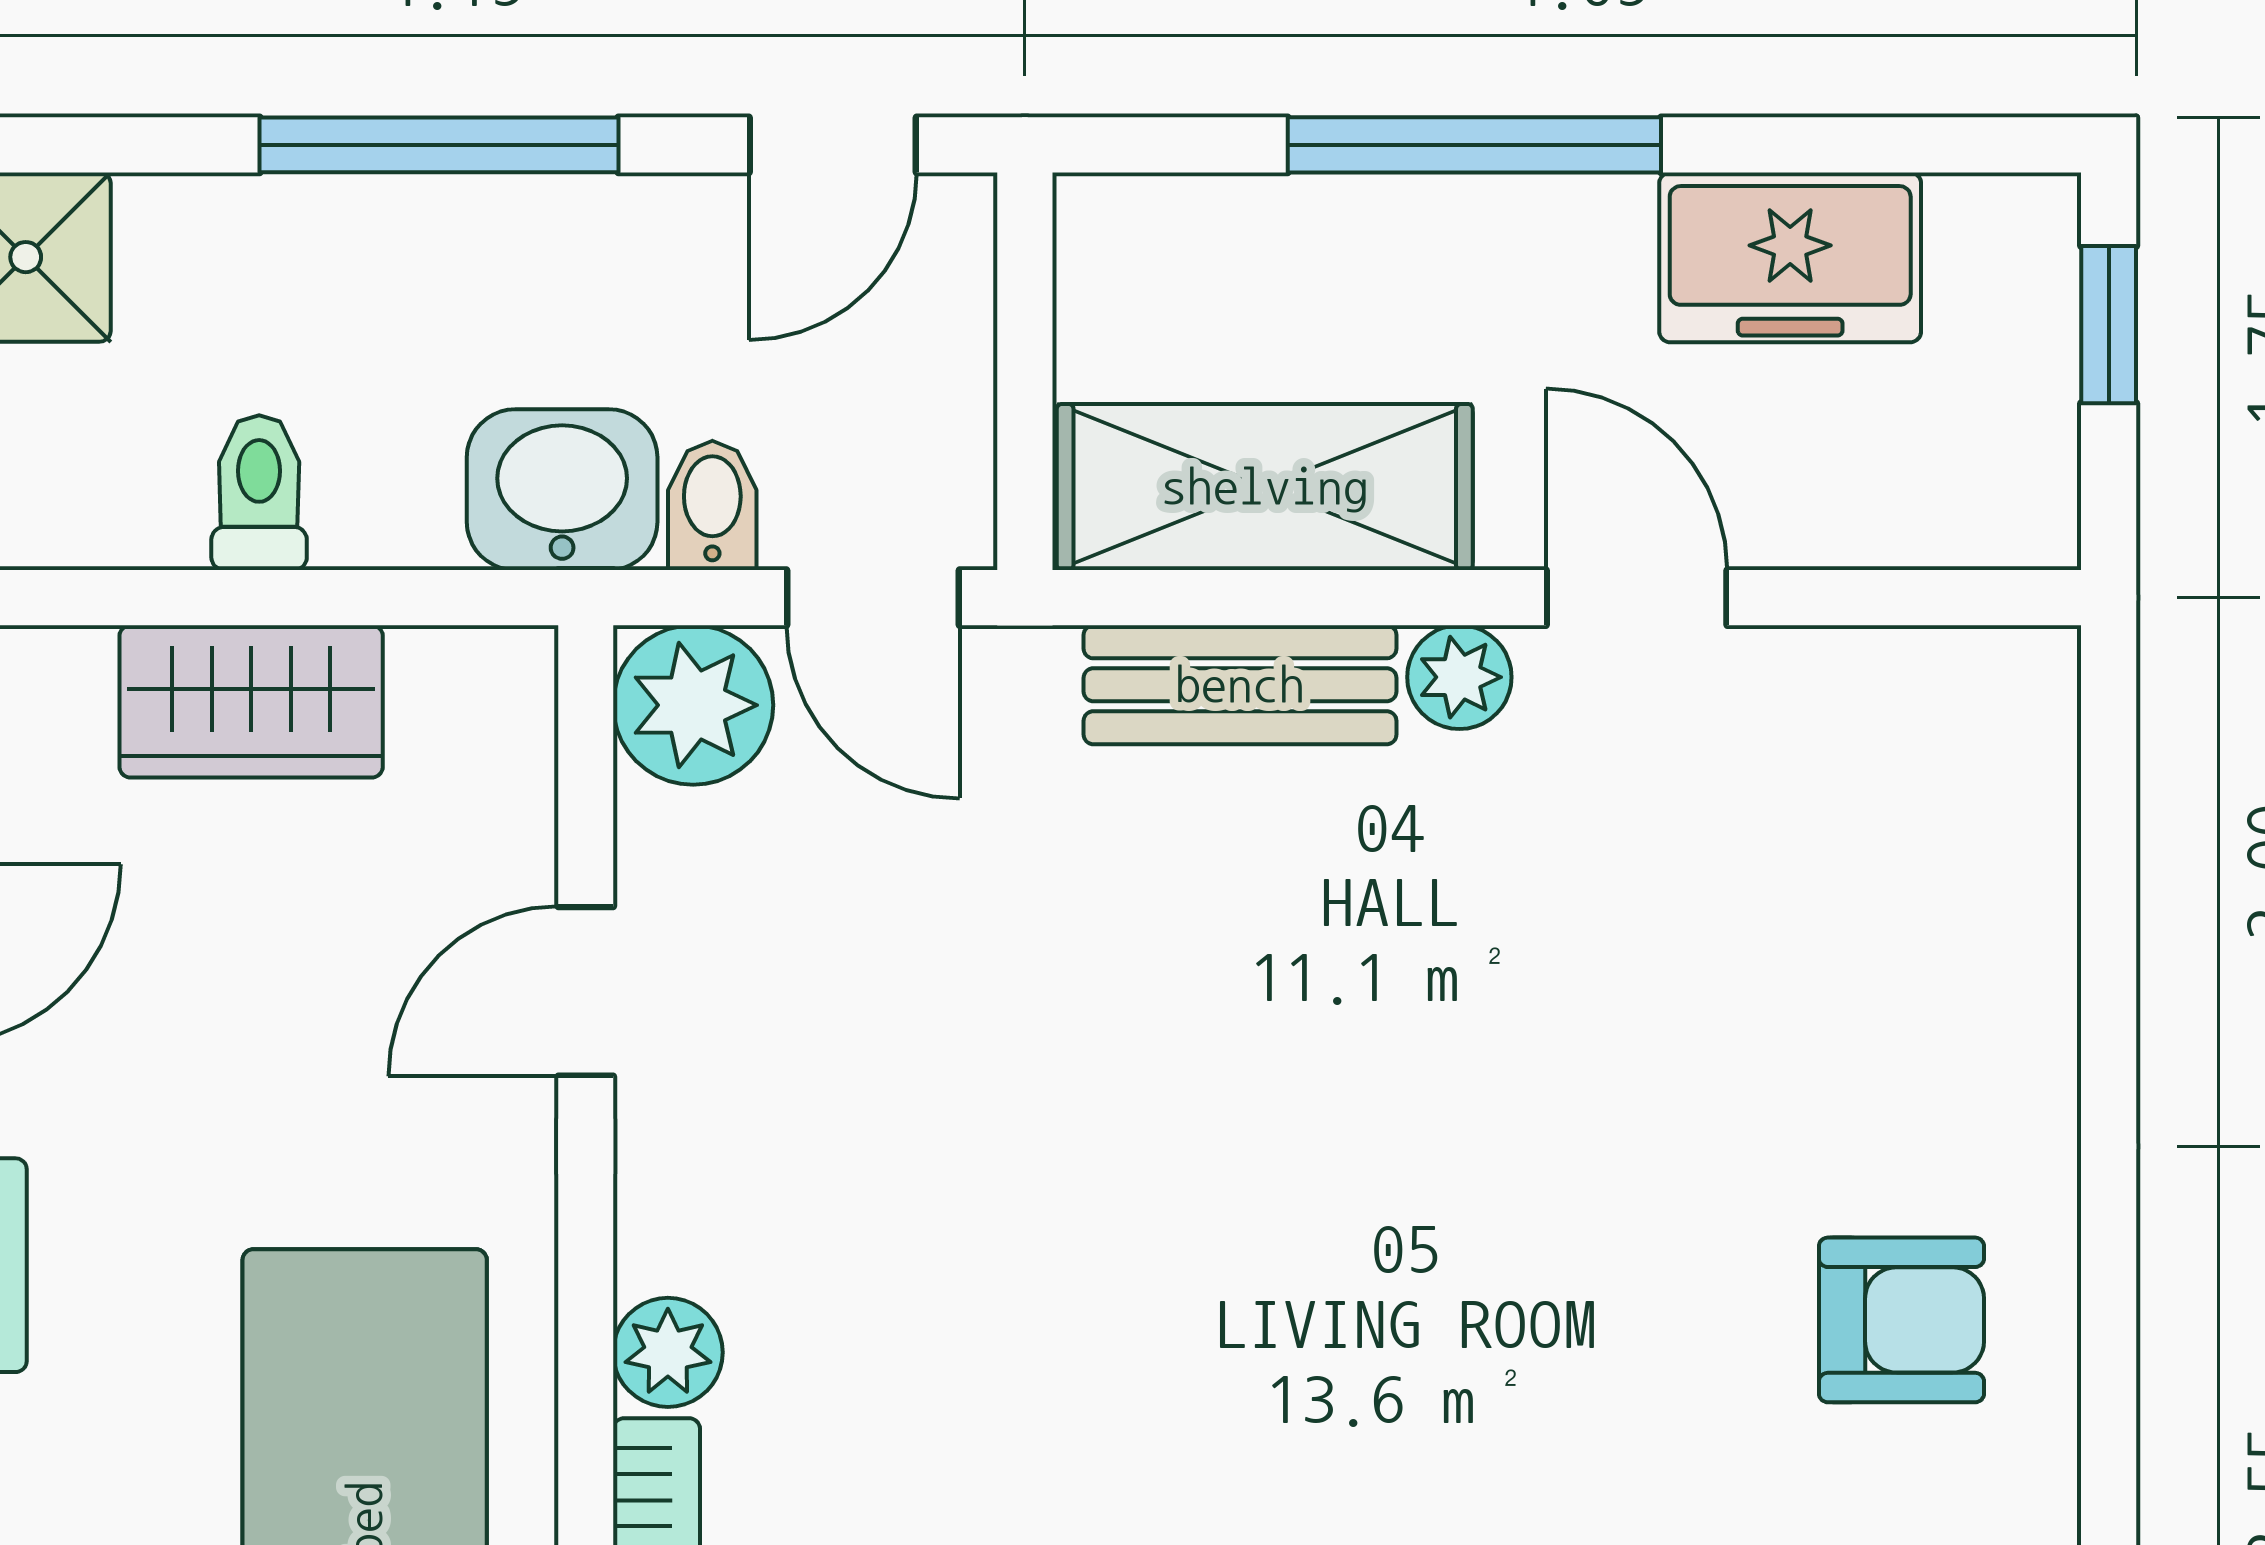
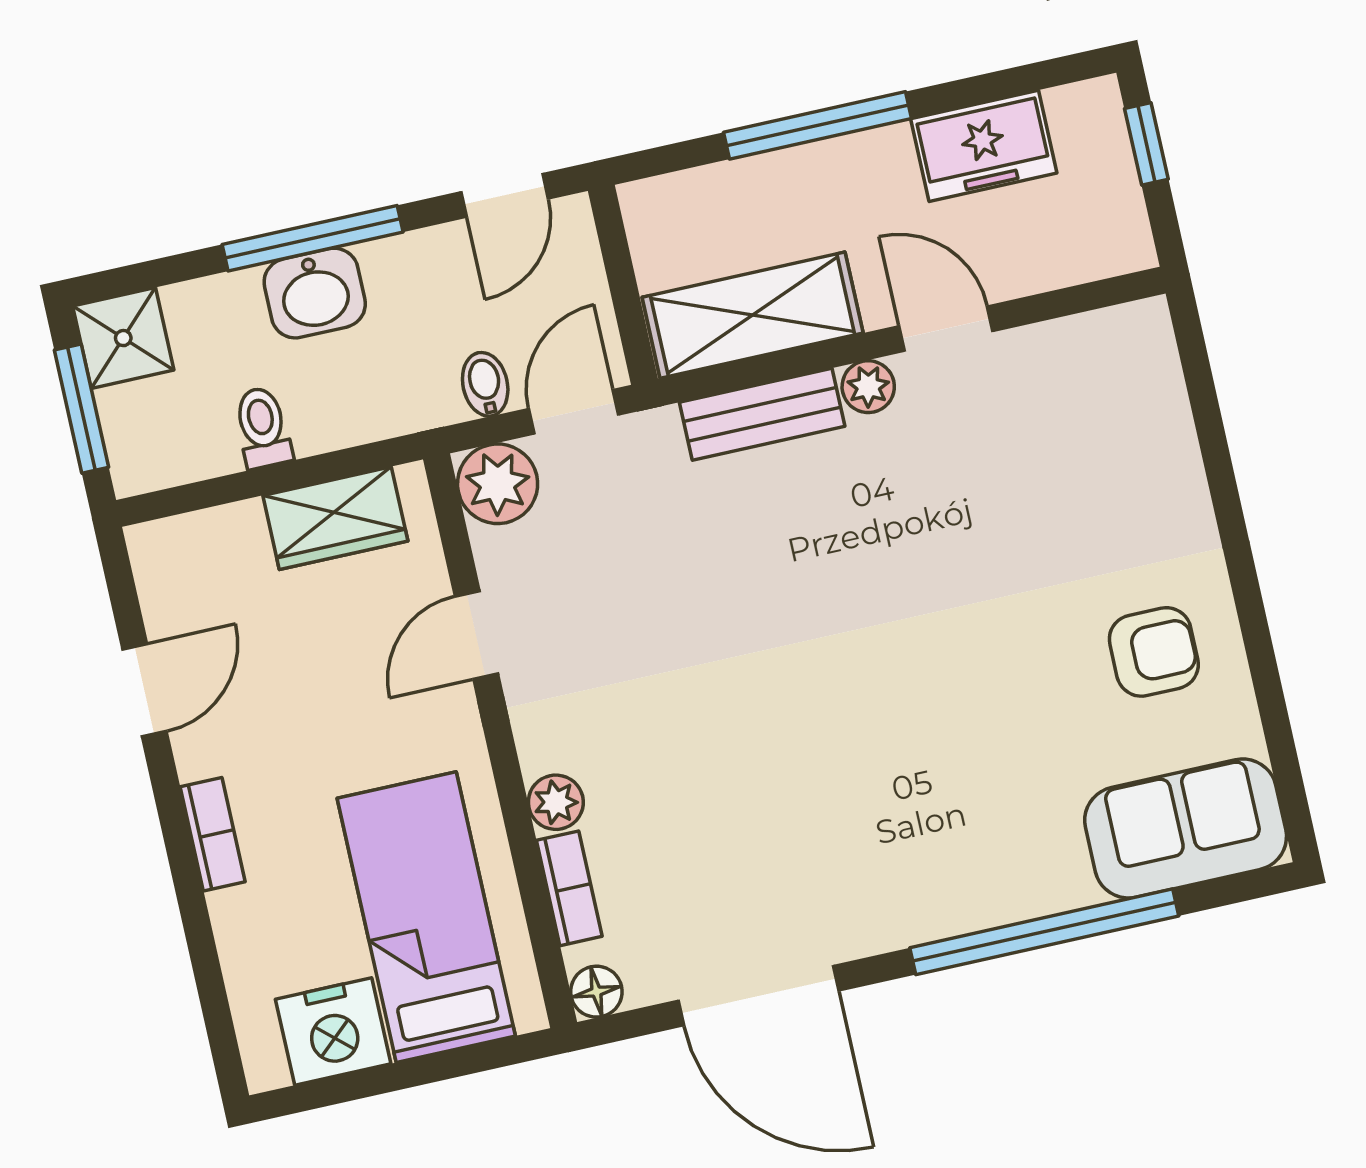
washbasin: (562, 490) -> (315, 293), moved, turned 180
door: (873, 598) -> (574, 412), swing flipped
wardrobe: (251, 701) -> (335, 518), moved

